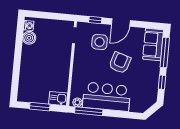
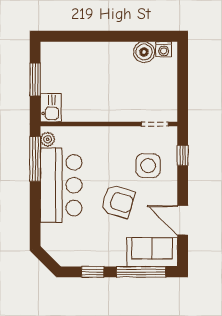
door: (121, 22) -> (183, 220), moved

